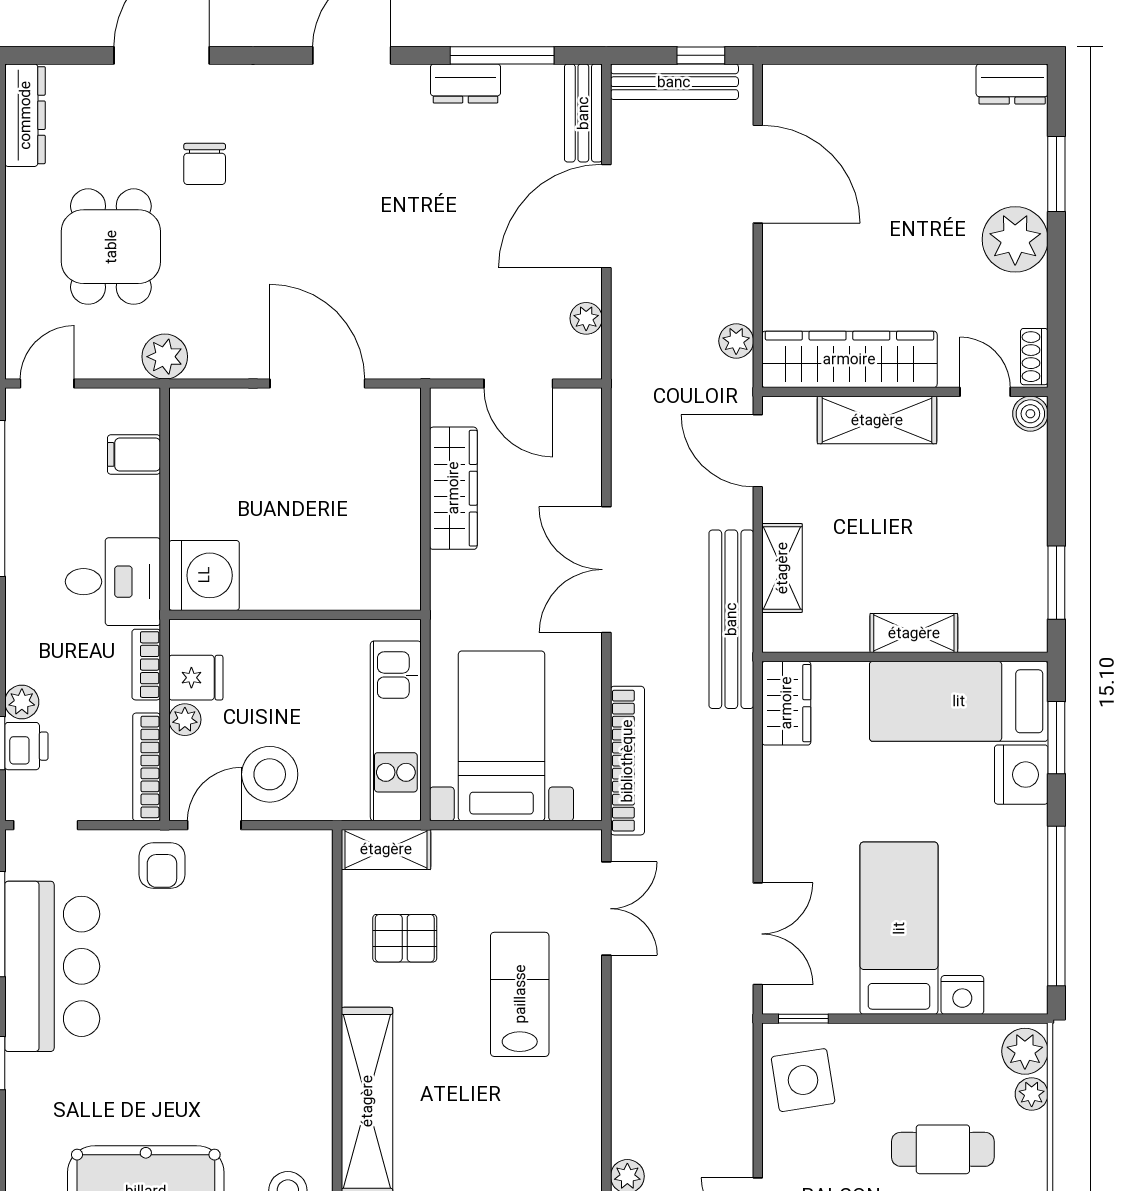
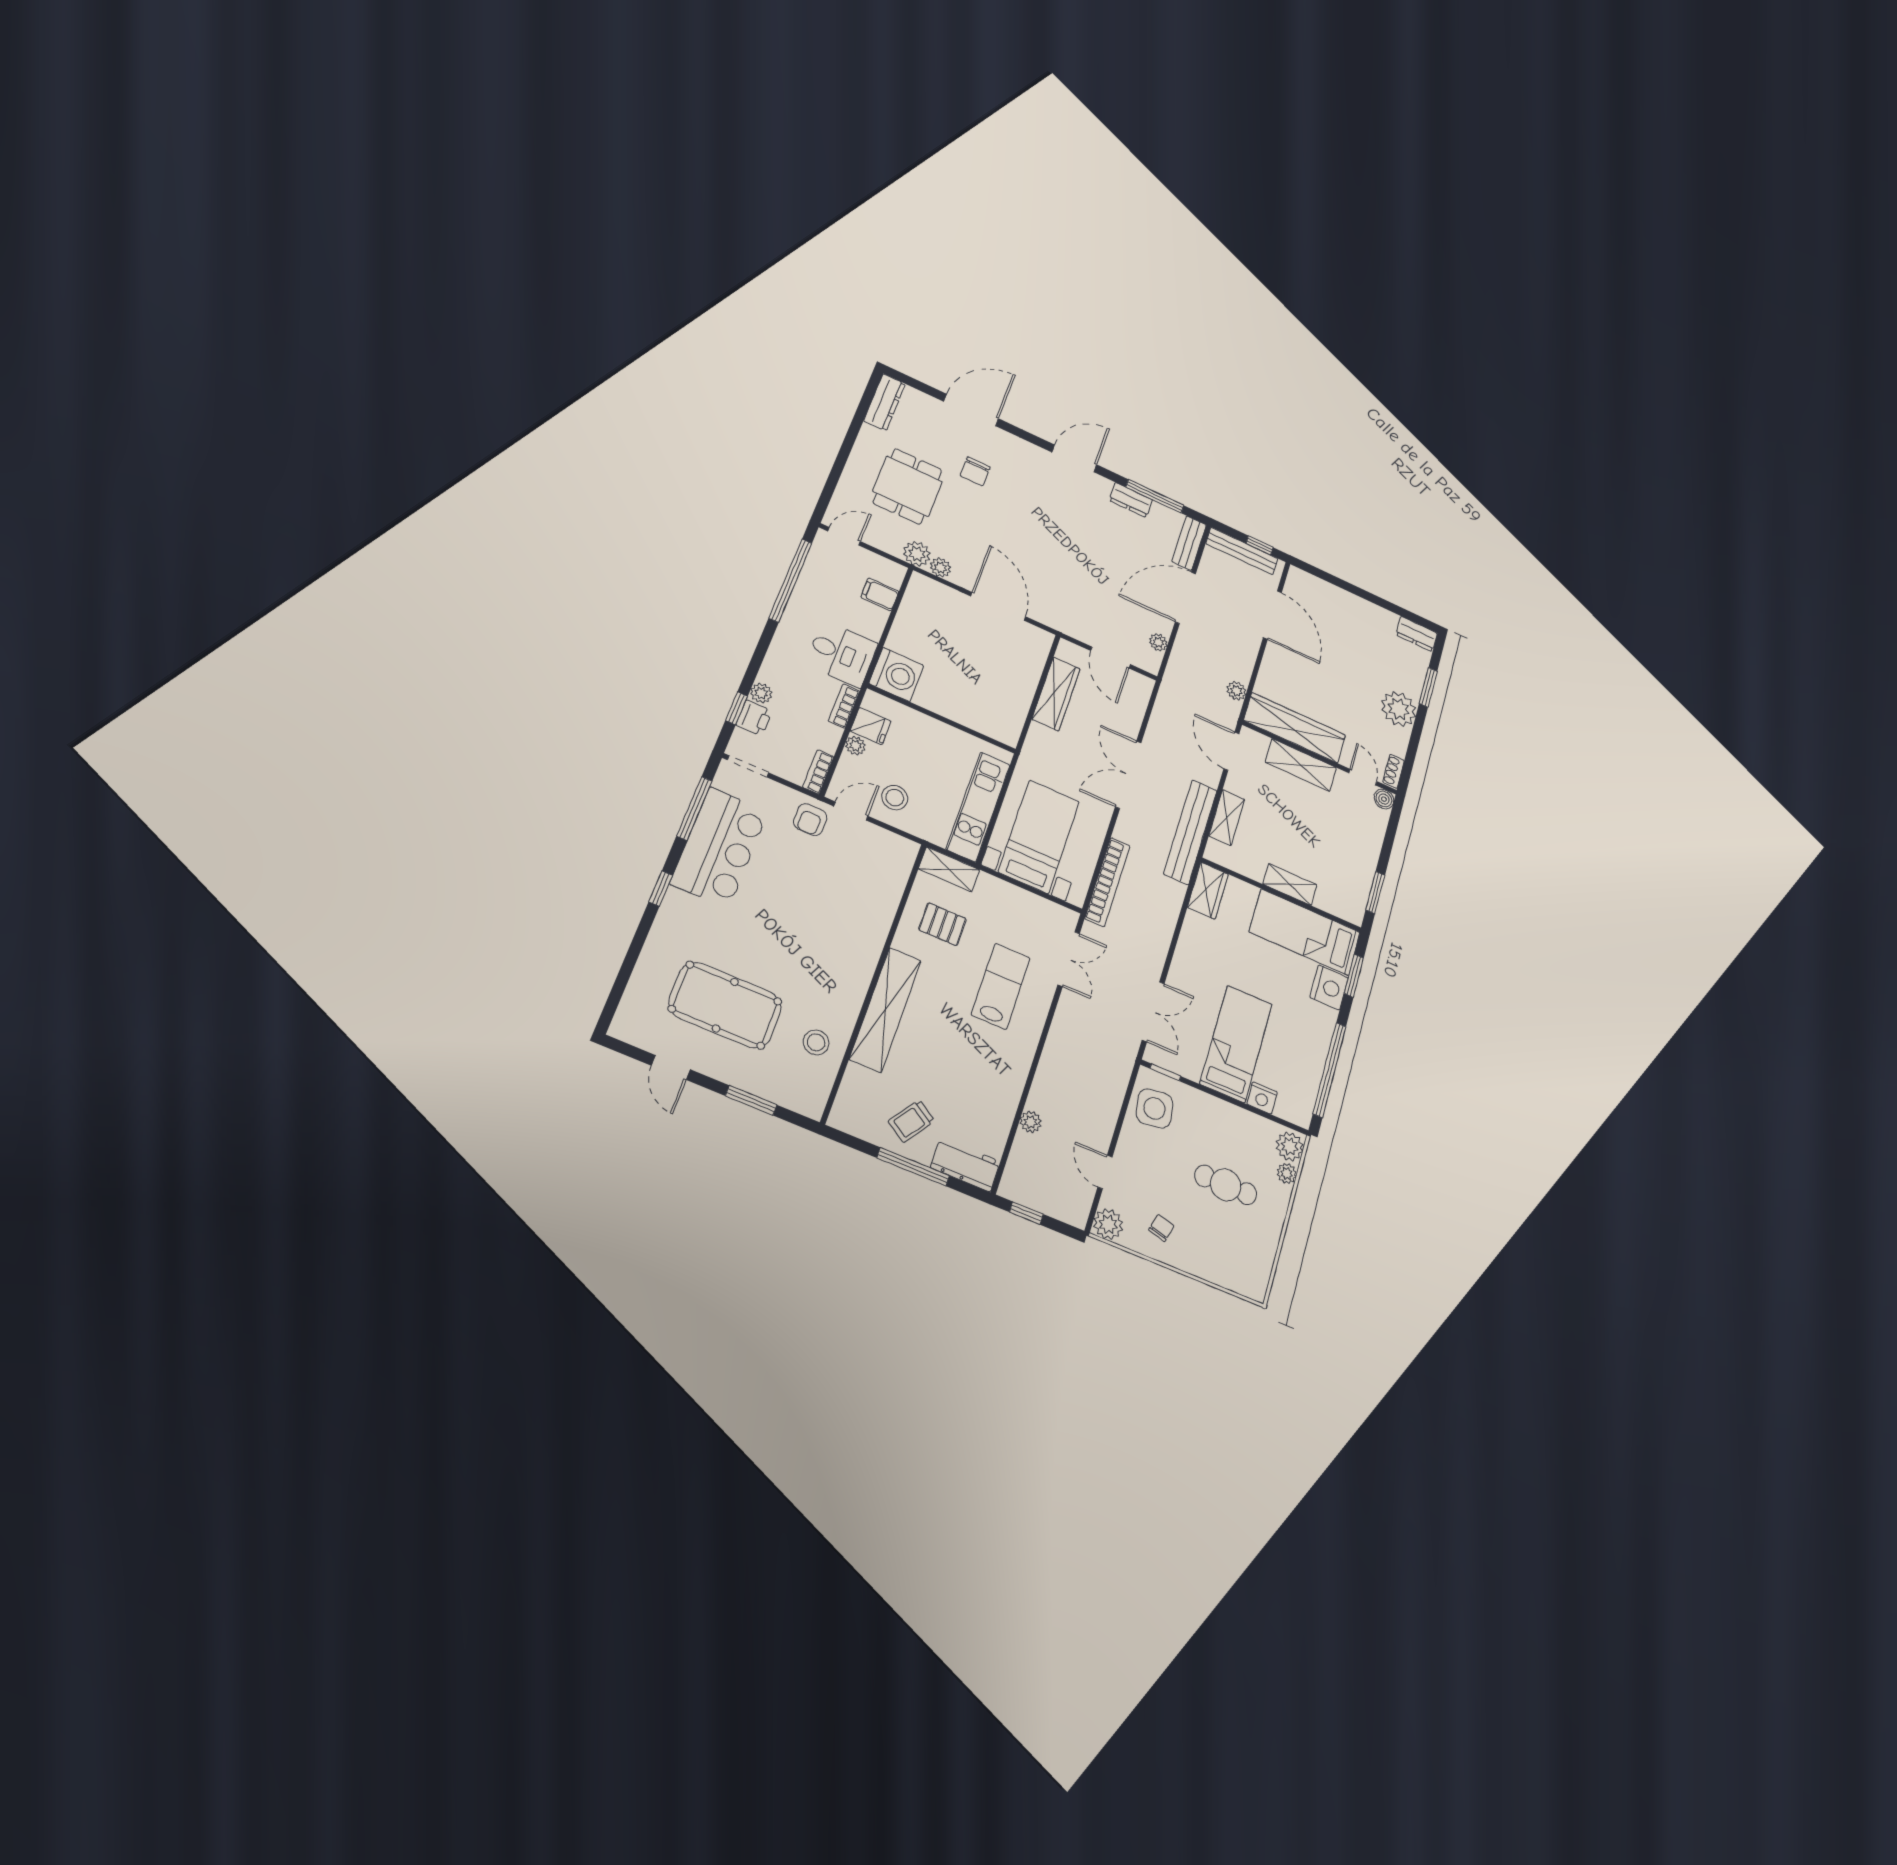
plant: (208, 362) -> (941, 568), added
bookcase: (147, 767) -> (818, 772), width x0.64
stool: (270, 774) -> (895, 798), width x0.73, depth x0.73

